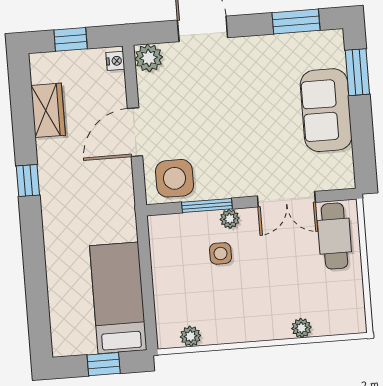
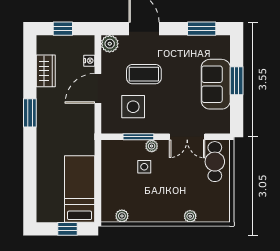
nightstand: (115, 61) -> (89, 61), moved
window: (357, 72) -> (237, 81), moved
coffee table: (208, 103) -> (144, 74), added
side table: (175, 178) -> (133, 107), moved
window: (28, 181) -> (30, 113), width x1.50

